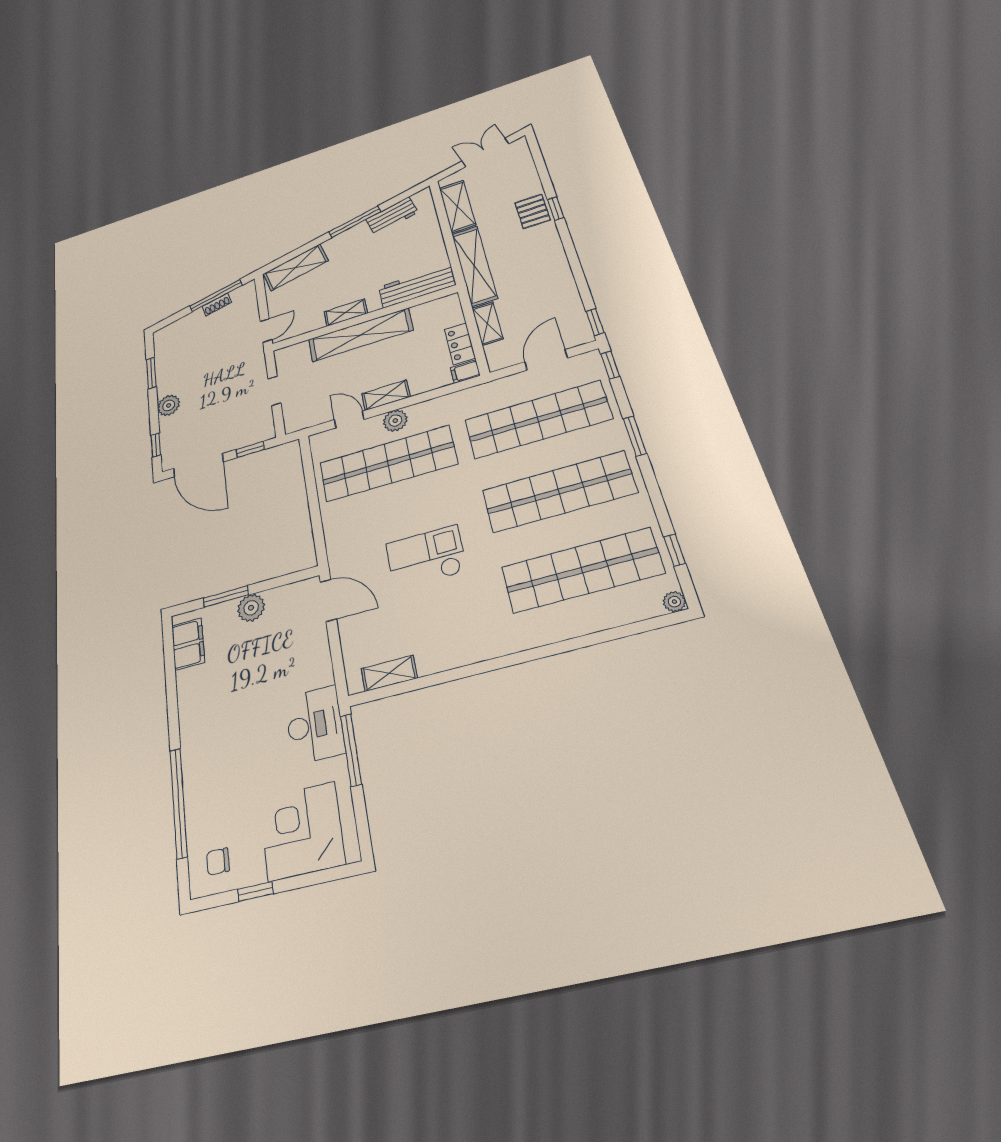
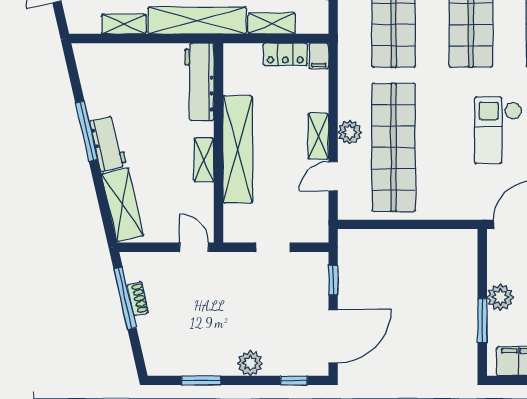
shelving: (457, 206) -> (124, 24), width x0.67, depth x0.75
workbench: (392, 216) -> (108, 144), moved

